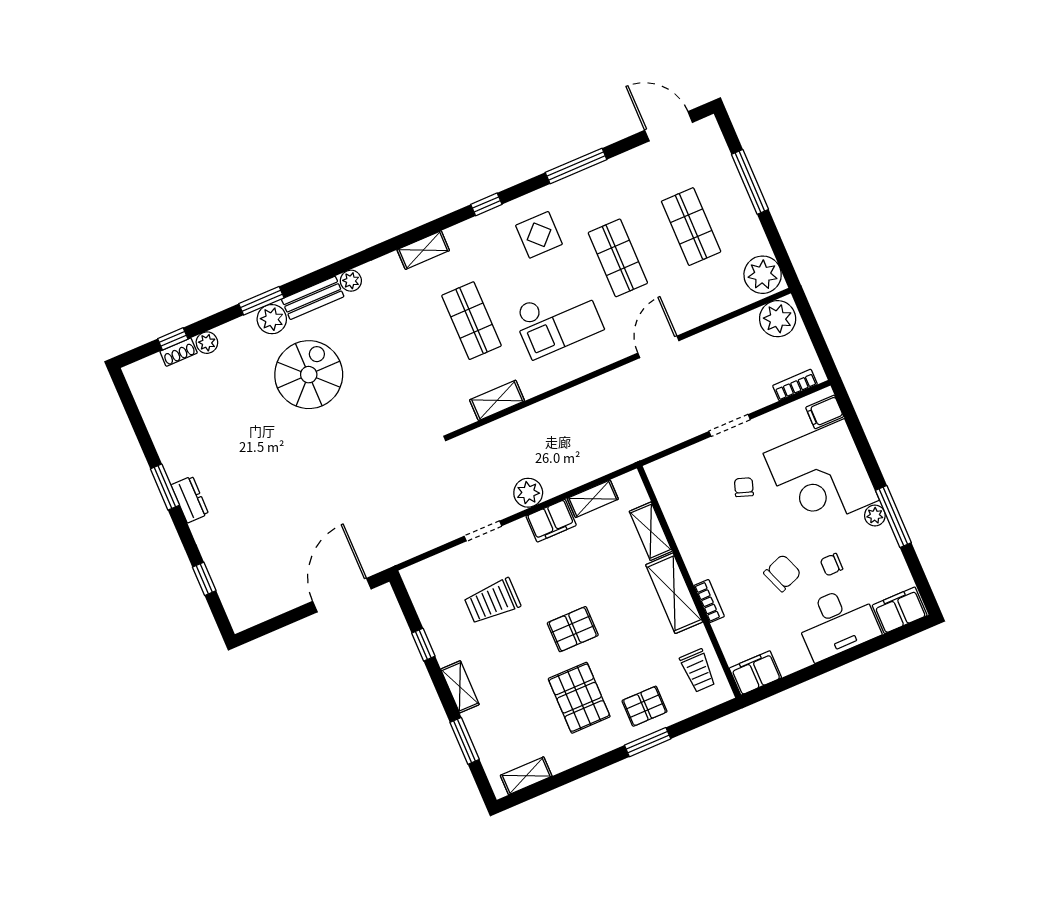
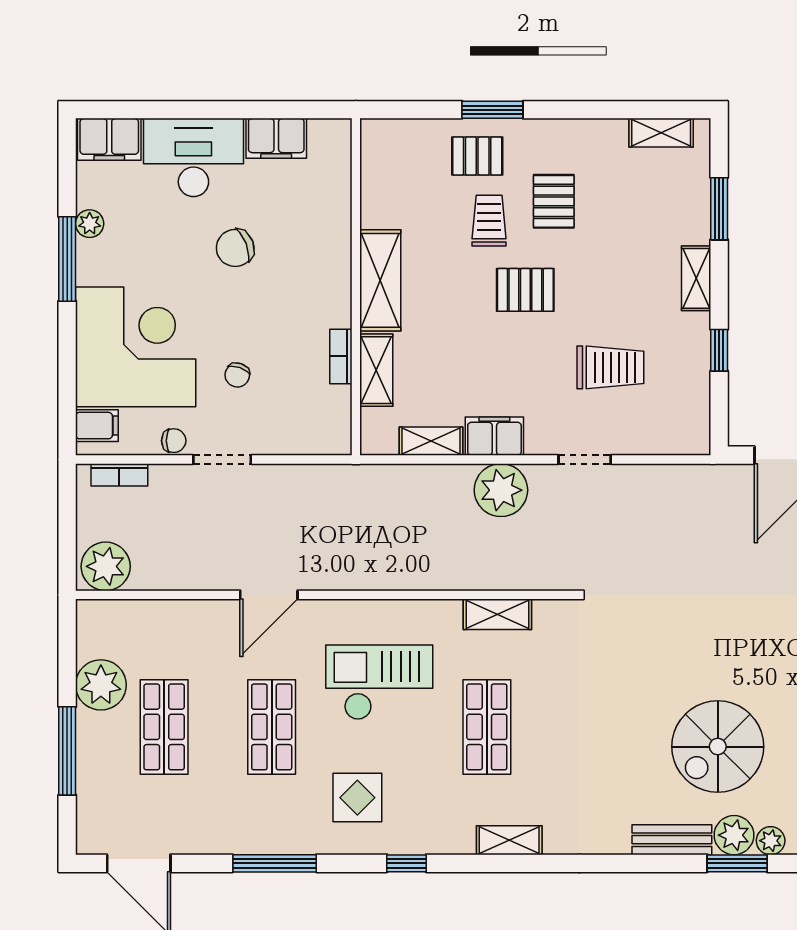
plant: (763, 275) -> (101, 685), moved
plant: (351, 281) -> (771, 841), moved
plant: (528, 493) -> (501, 490), width x1.36, depth x1.36
plant: (875, 516) -> (90, 224), moved
chair: (831, 565) -> (174, 441), moved
bookcase: (709, 601) -> (341, 356), moved
trolley: (698, 670) -> (489, 221), moved
filing cabinet: (755, 673) -> (276, 138), moved
pallet: (579, 698) -> (554, 201), width x0.67, depth x0.71

